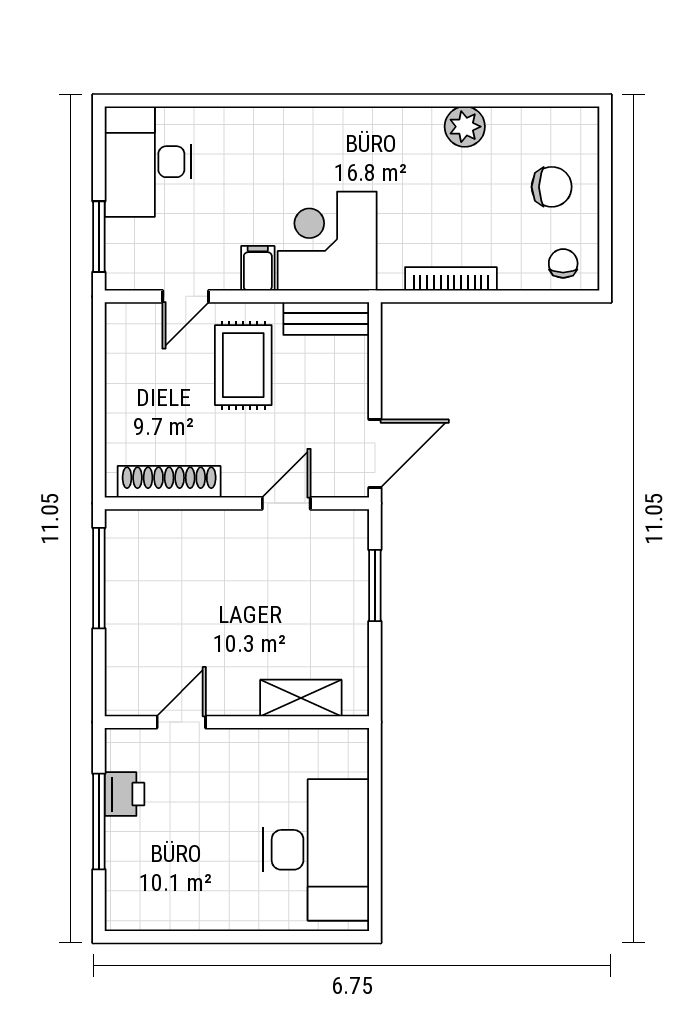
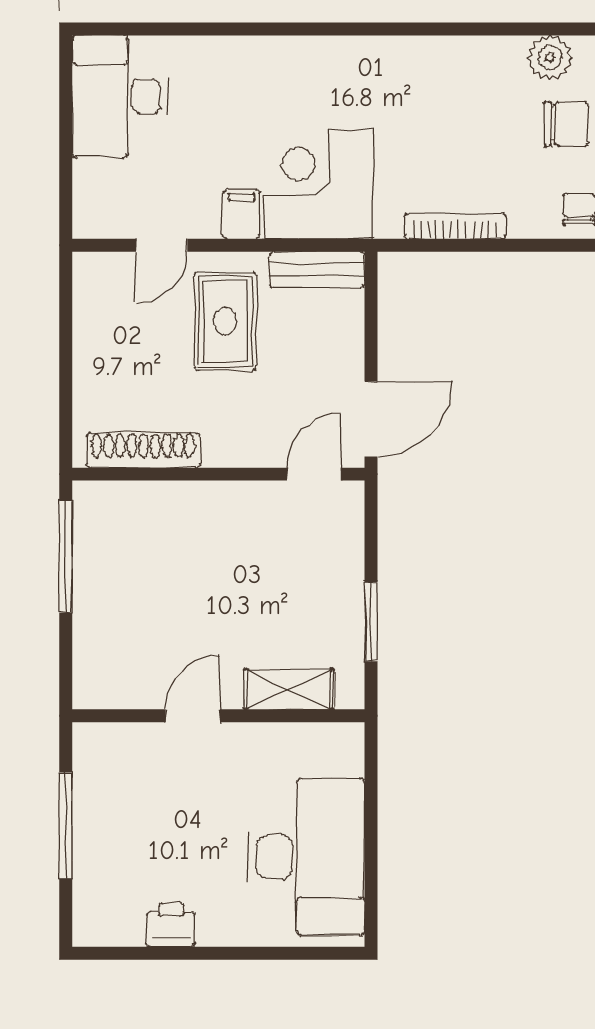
plant: (465, 127) -> (550, 58), moved
window: (99, 237) -> (66, 179), removed
door: (286, 503) -> (314, 474), moved
window: (375, 585) -> (371, 622), moved
door: (181, 722) -> (193, 716), moved
printer: (124, 794) -> (171, 925), moved, turned -90

